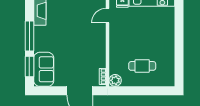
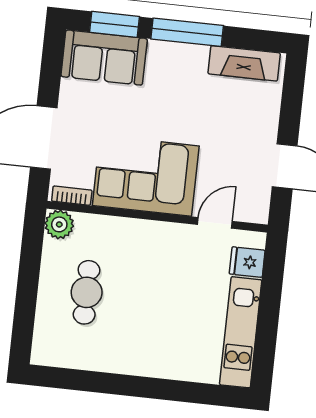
door: (108, 16) -> (215, 223), hinge flipped
corner sofa: (91, 47) -> (146, 176), added

